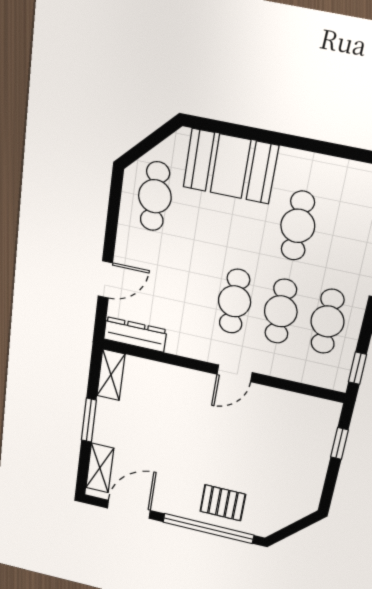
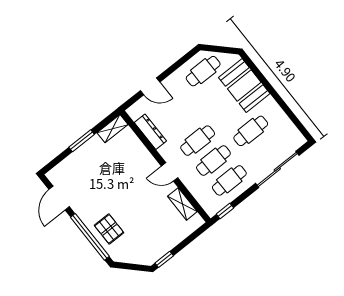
dresser: (135, 334) -> (150, 132), moved
window: (339, 443) -> (164, 259), moved
shelving: (100, 468) -> (182, 204), moved, turned 90
door: (129, 509) -> (59, 198), swing flipped

